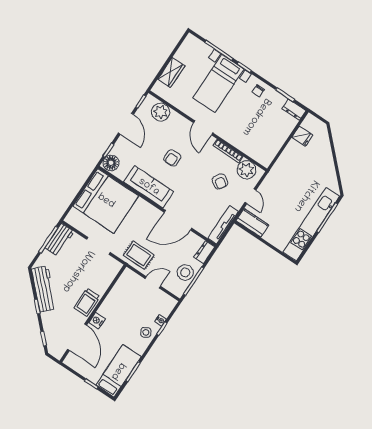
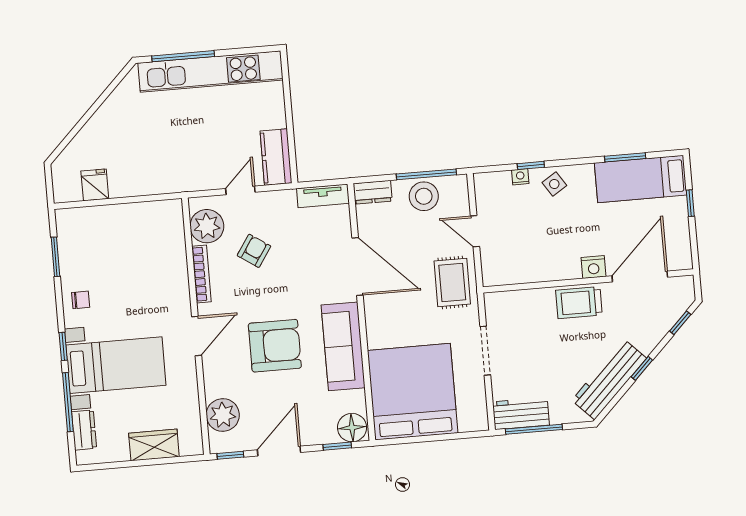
dresser: (294, 110) -> (84, 430), moved
armchair: (172, 158) -> (275, 346), width x1.88, depth x1.88
tv unit: (223, 225) -> (323, 196), width x0.71
trolley: (87, 302) -> (579, 303), turned 180

